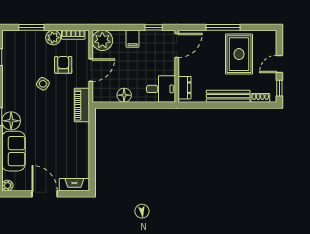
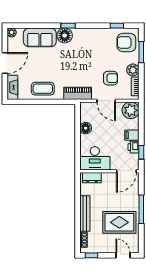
printer: (147, 37) -> (134, 147), added
armchair: (20, 45) -> (126, 42), added
door: (177, 45) -> (126, 171), hinge flipped
door: (279, 64) -> (123, 255), moved
side table: (43, 84) -> (95, 62), removed
desk: (161, 89) -> (95, 158), width x1.37
coffee table: (76, 147) -> (43, 89), added

